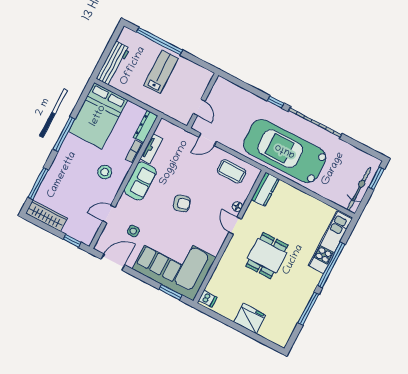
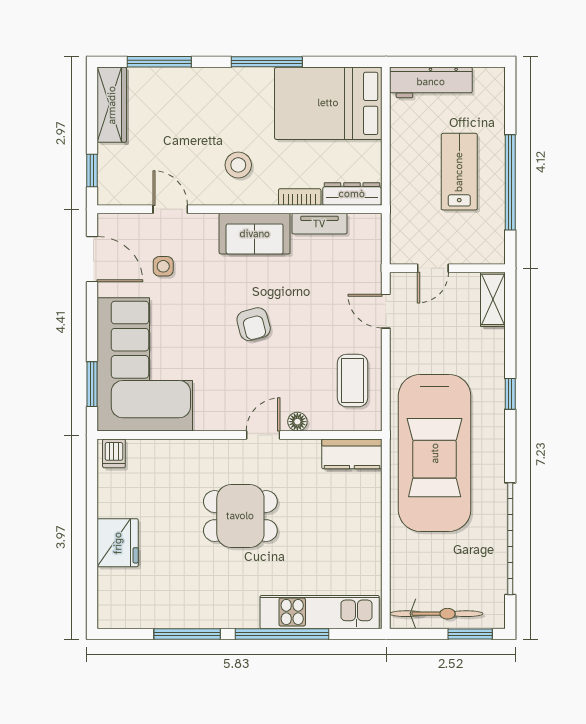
window: (159, 41) -> (510, 182), moved
lab bench: (161, 72) -> (459, 172), turned -90
shelving: (228, 87) -> (493, 299), added
garage door: (315, 123) -> (510, 539), moved
car: (285, 151) -> (435, 453), turned 180

